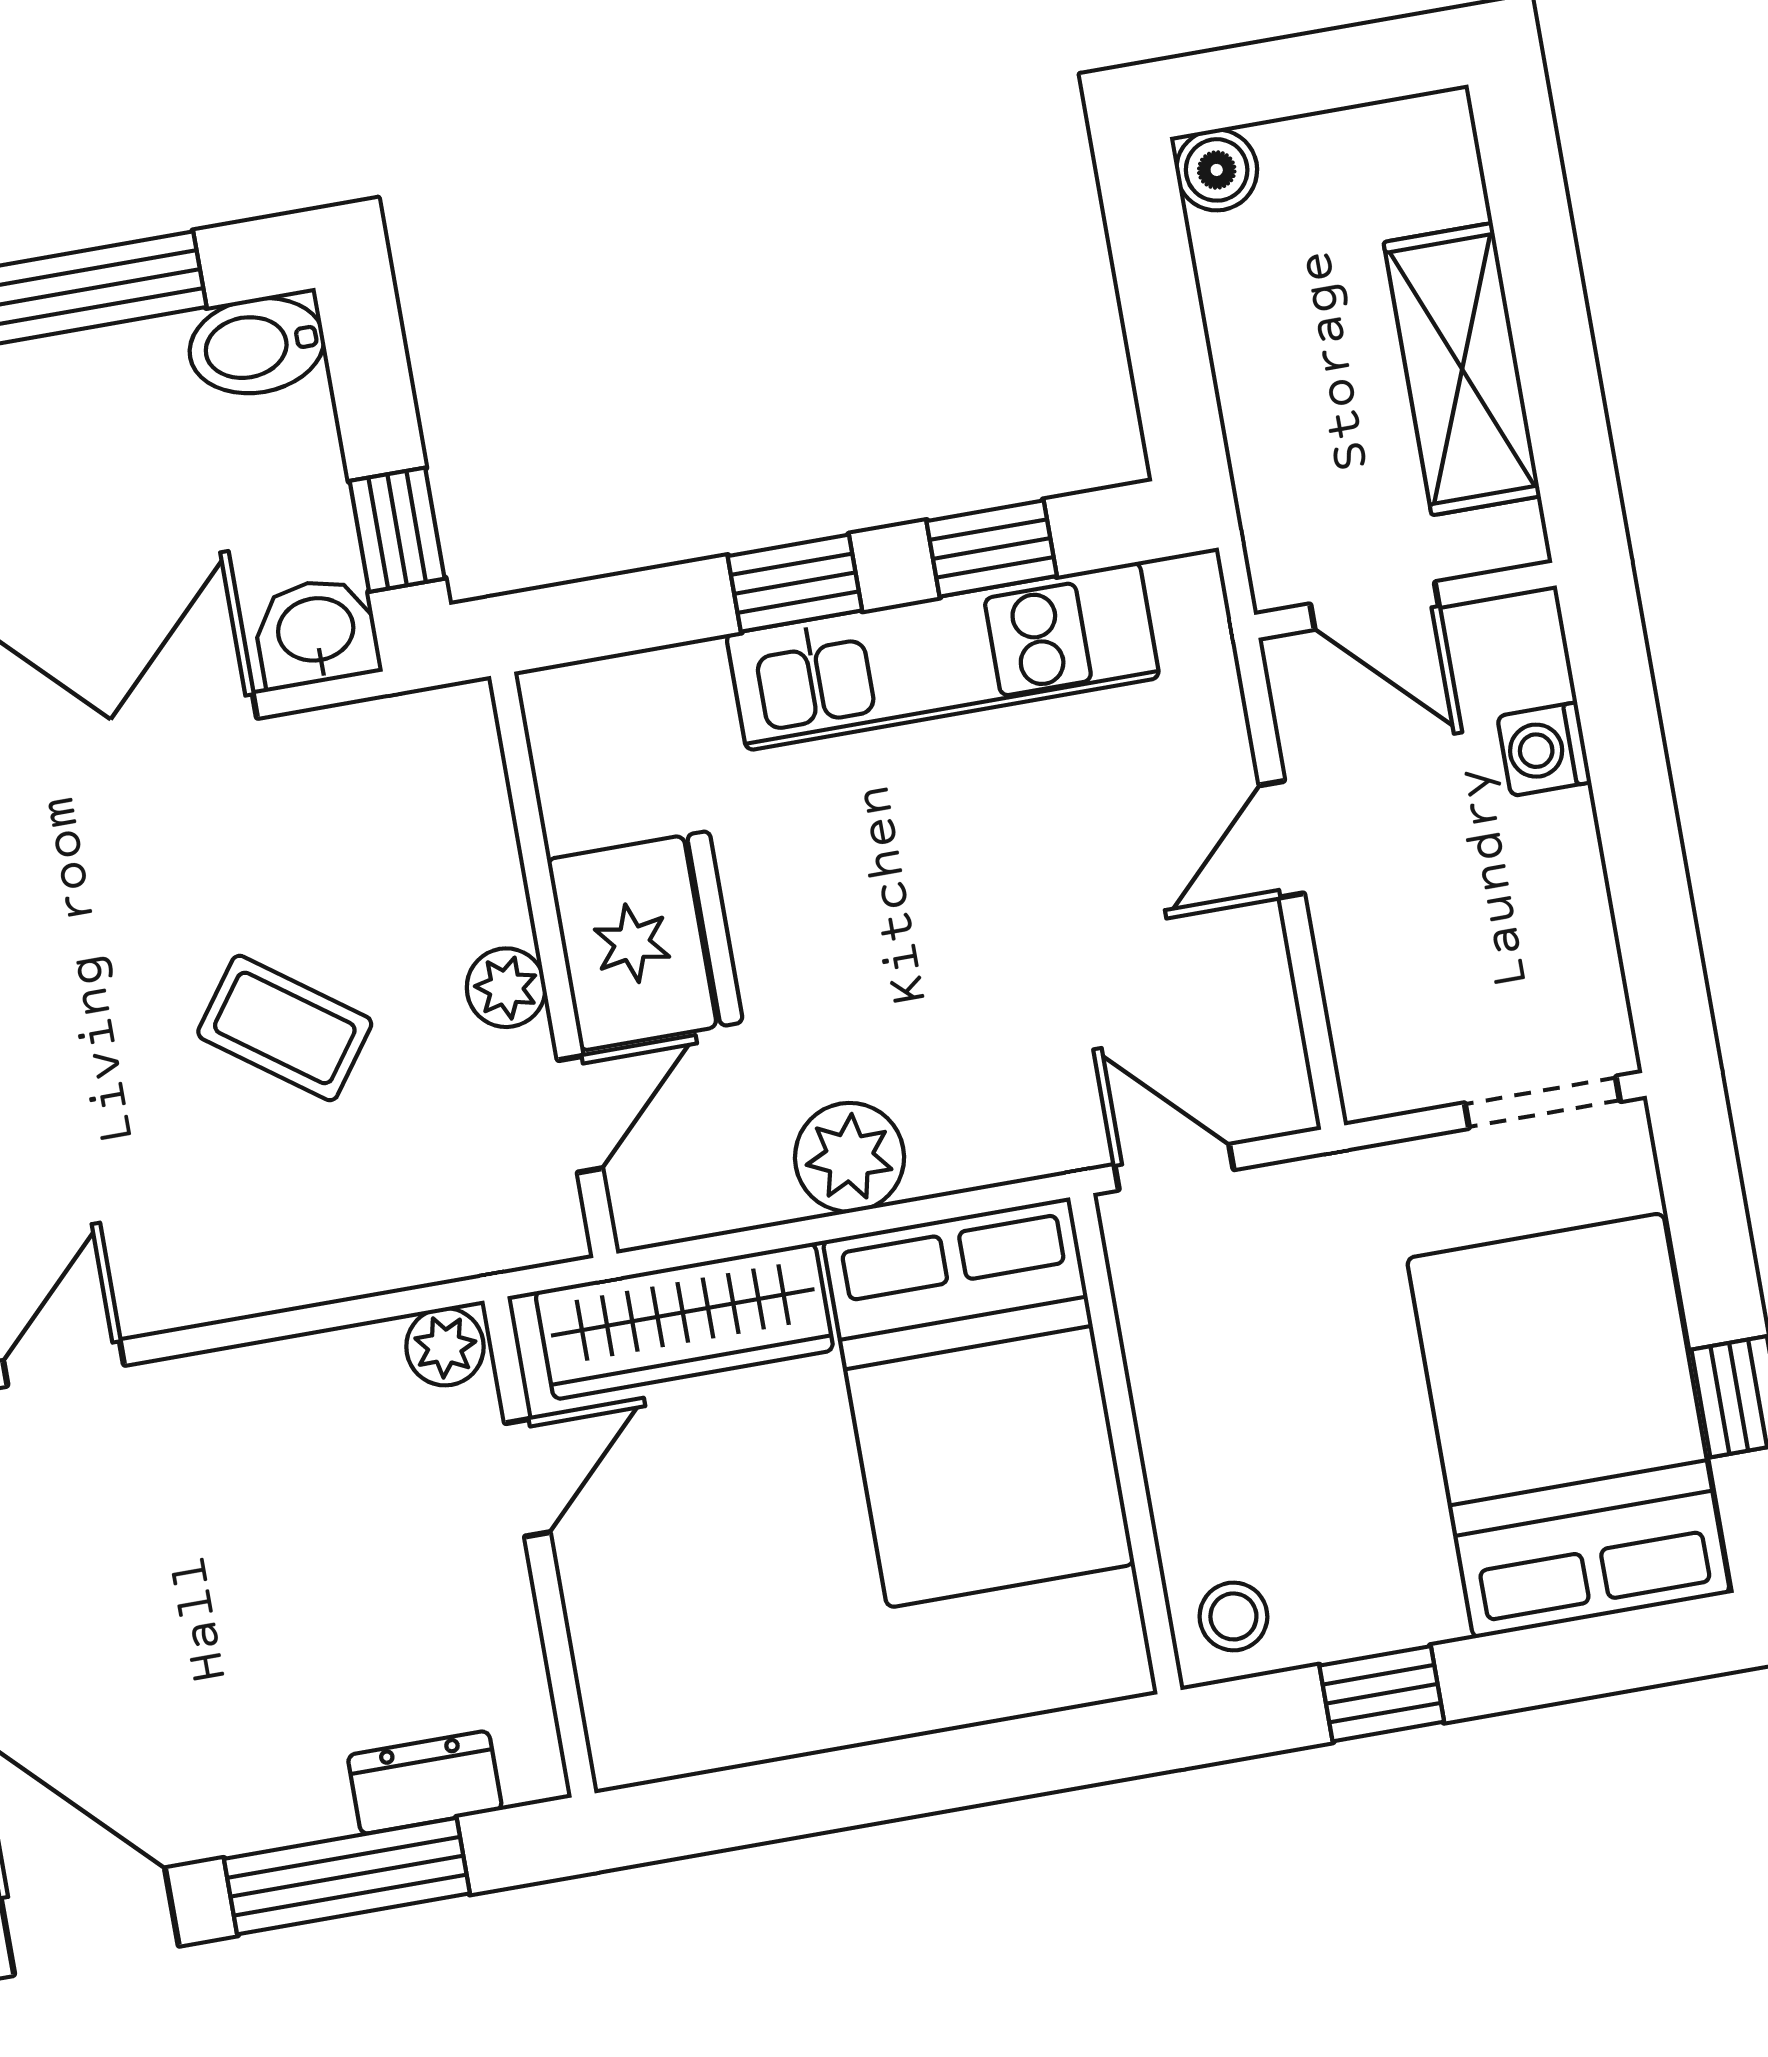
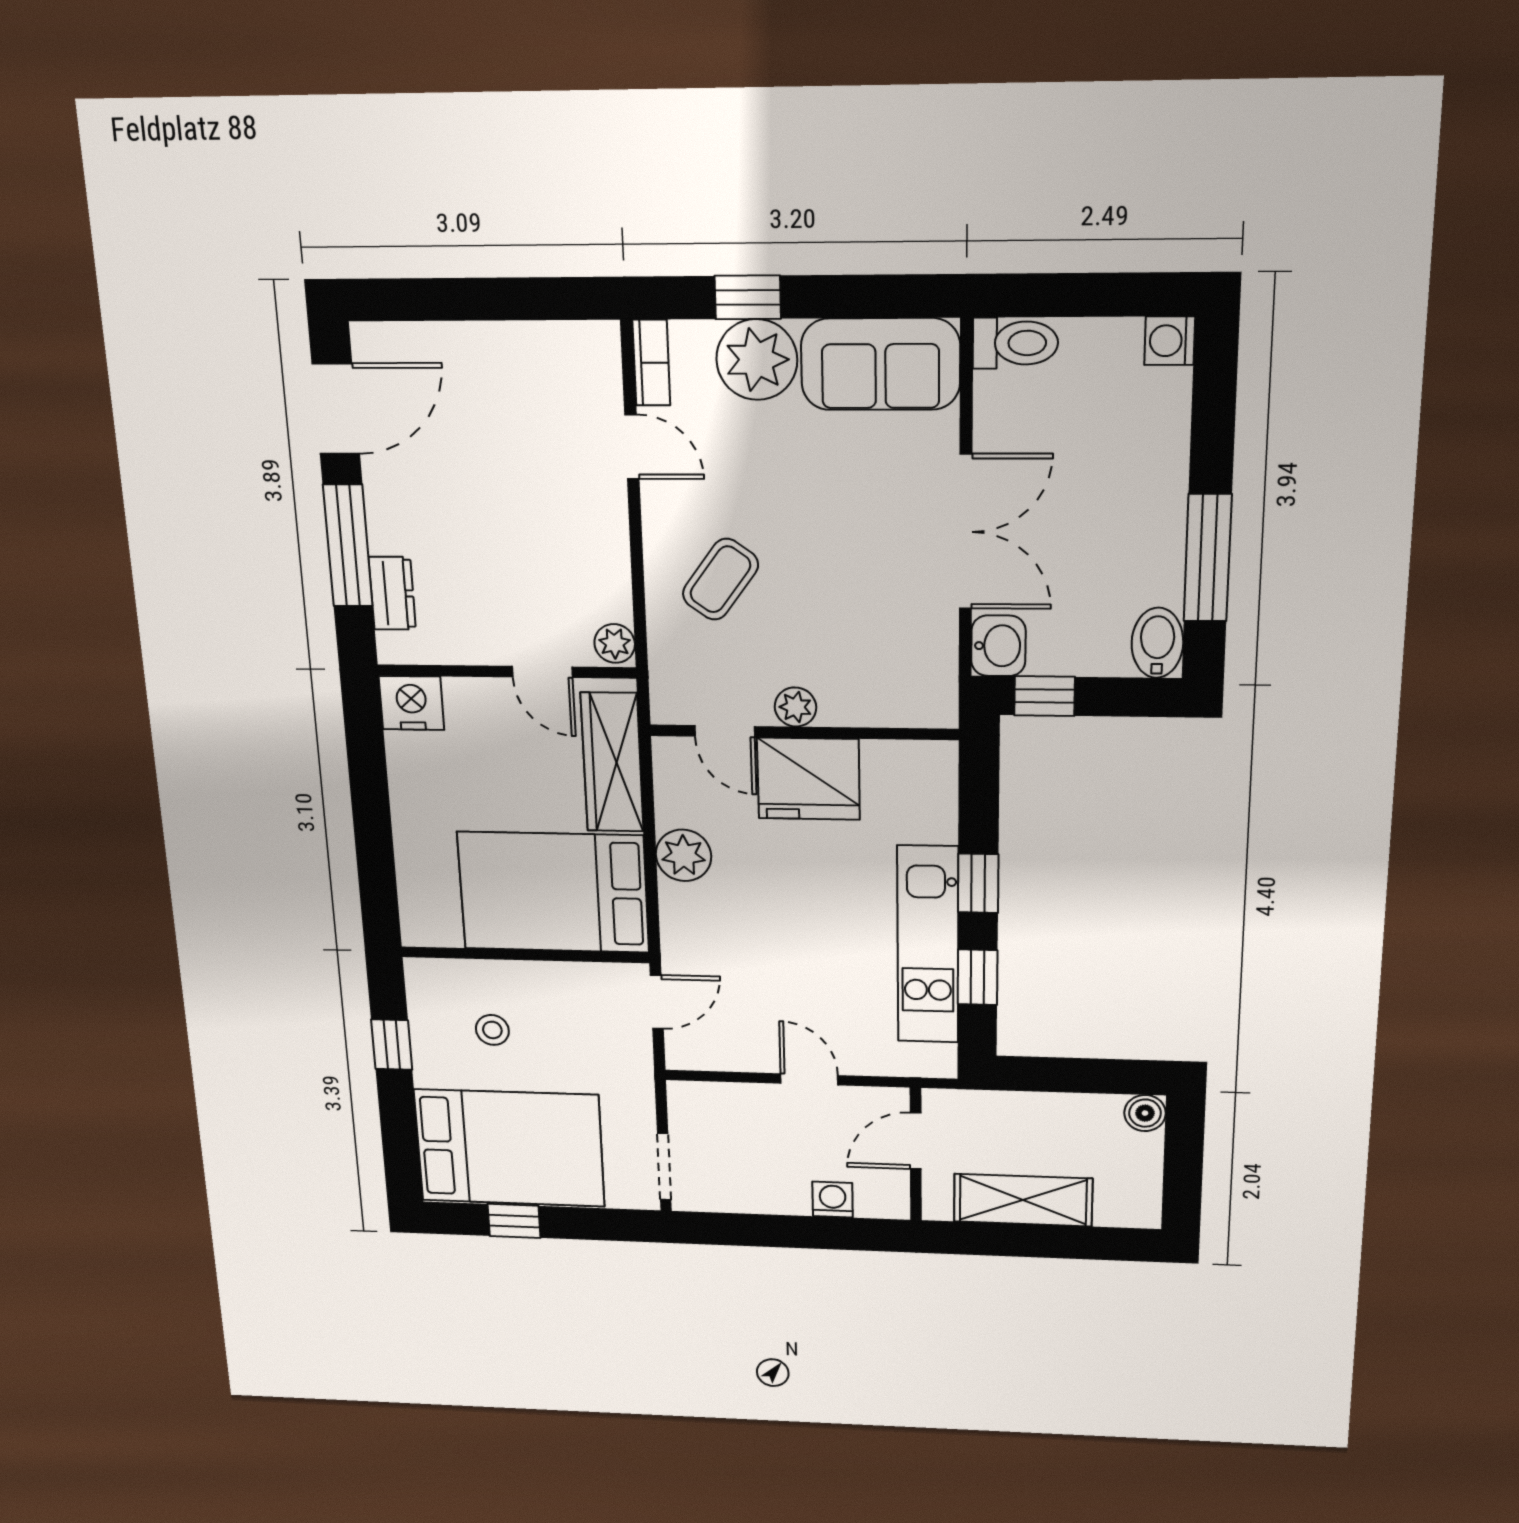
coffee table: (285, 1028) -> (720, 579), moved
stool: (1233, 1616) -> (492, 1030), moved
nightstand: (638, 1724) -> (411, 703), added

